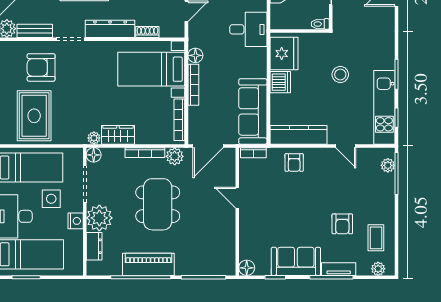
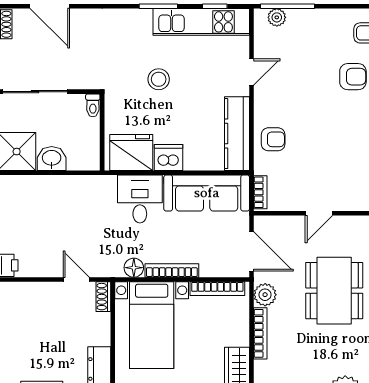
desk: (248, 29) -> (140, 199), moved
shoe rack: (147, 32) -> (103, 297), moved
dining table: (158, 204) -> (334, 291), moved, turned 90

